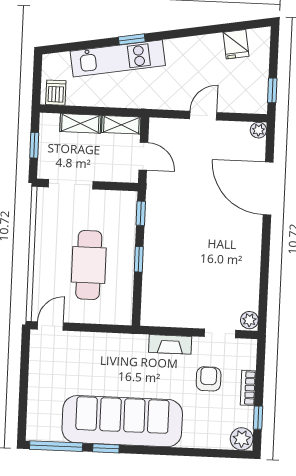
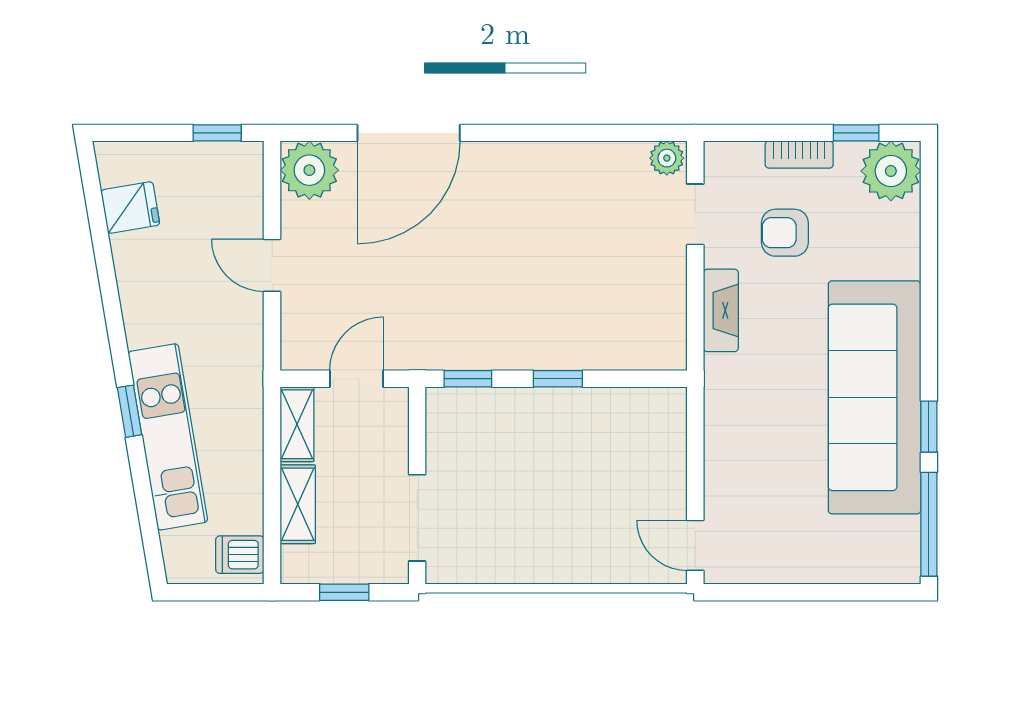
plant: (258, 130) -> (309, 170), width x1.87, depth x1.87
cafe table: (89, 265) -> (573, 476), removed
plant: (242, 439) -> (891, 171), width x1.36, depth x1.36

